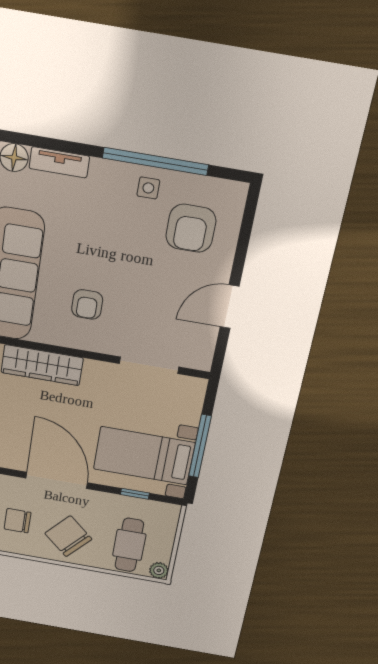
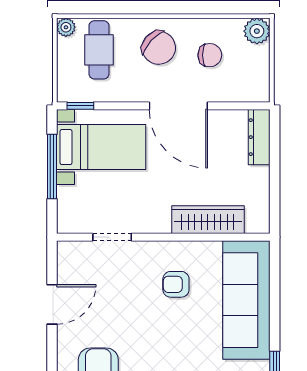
armchair: (87, 304) -> (176, 284), turned -90
doorway: (149, 365) -> (112, 237), width x0.73
window: (135, 494) -> (80, 106), moved

